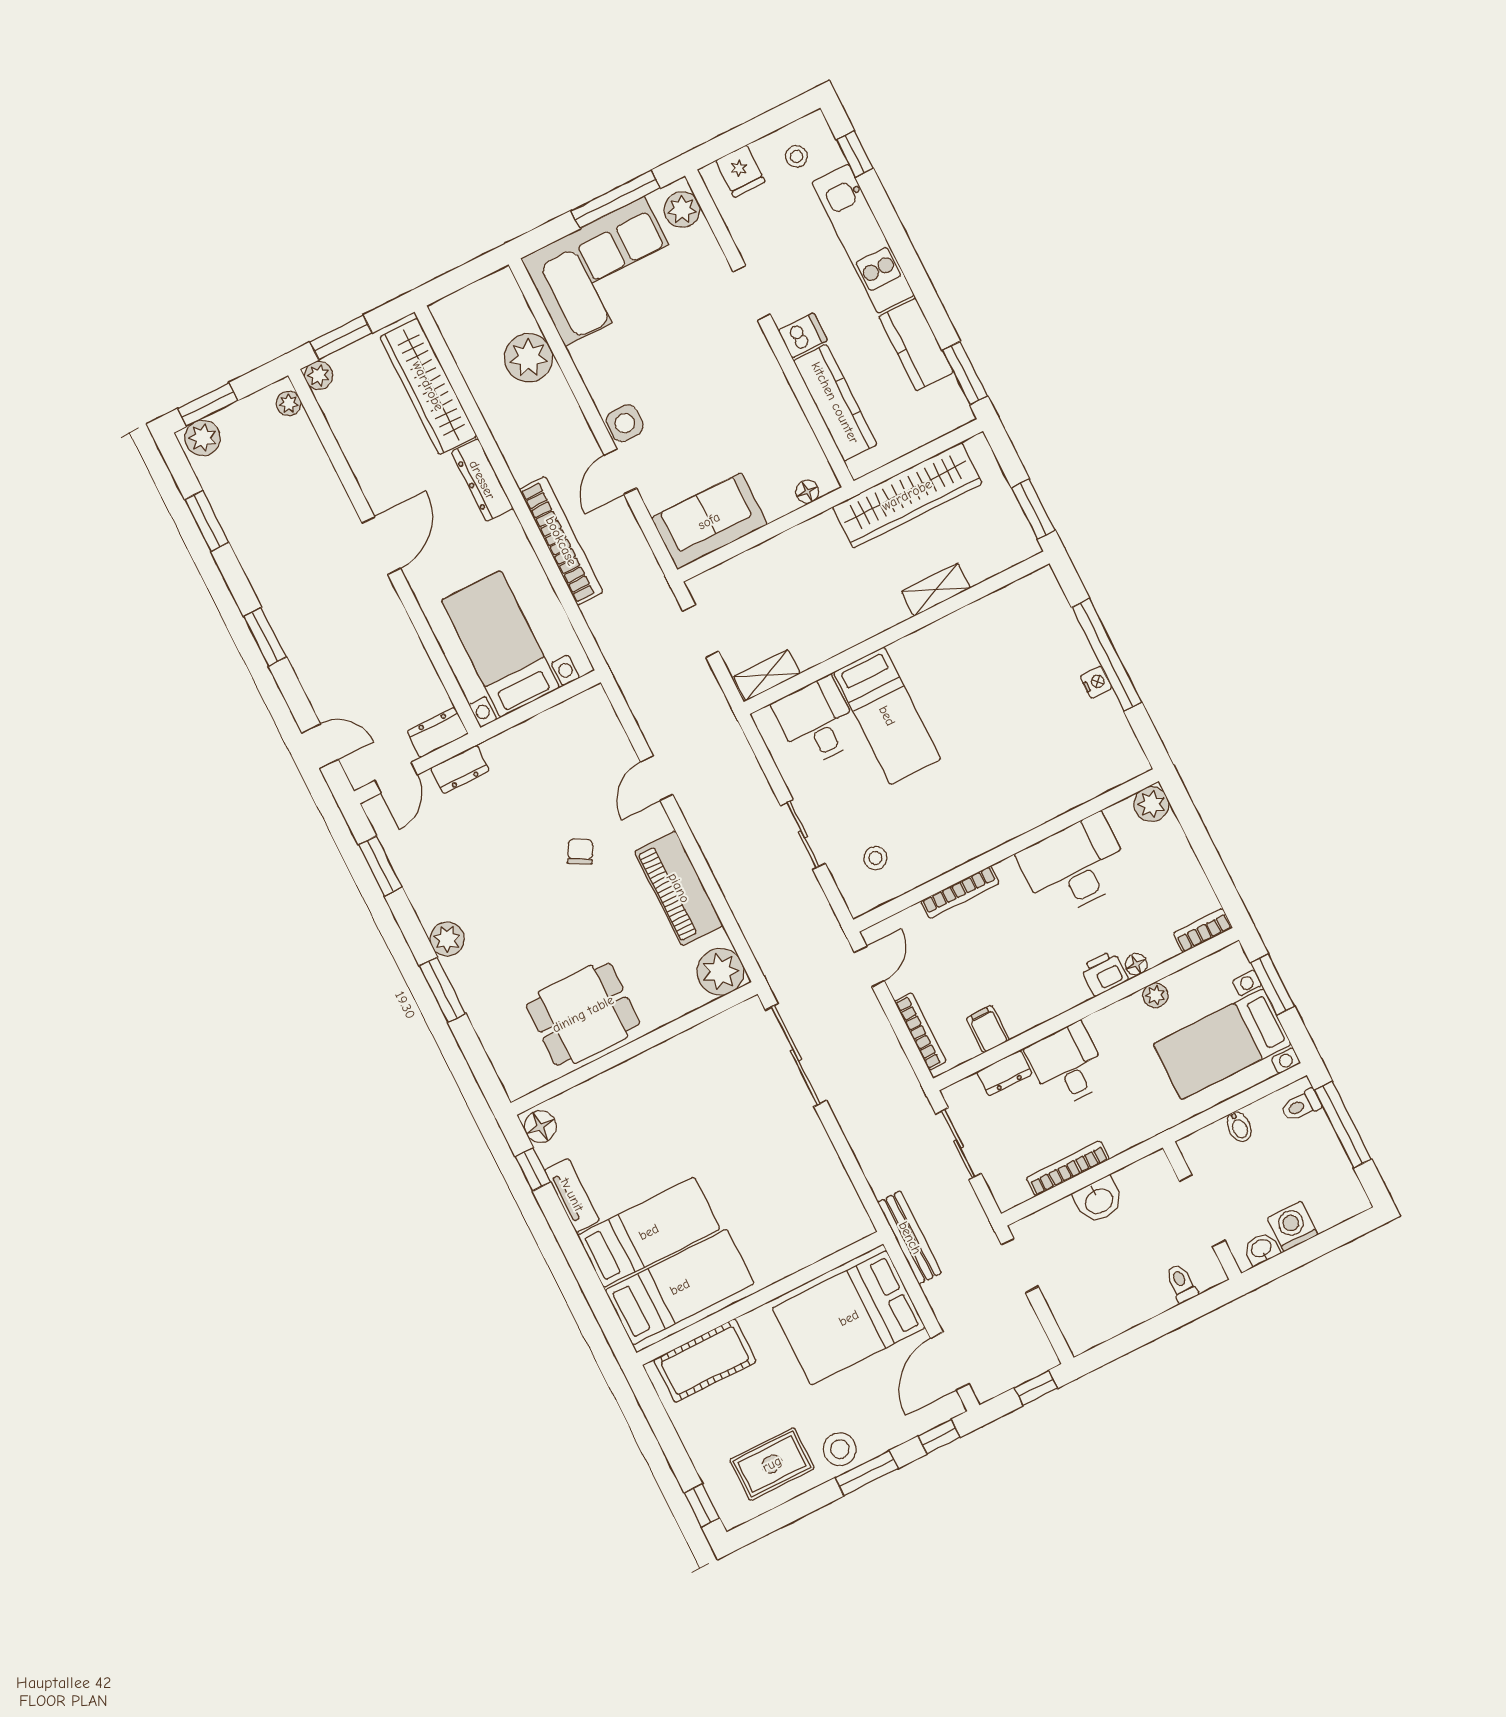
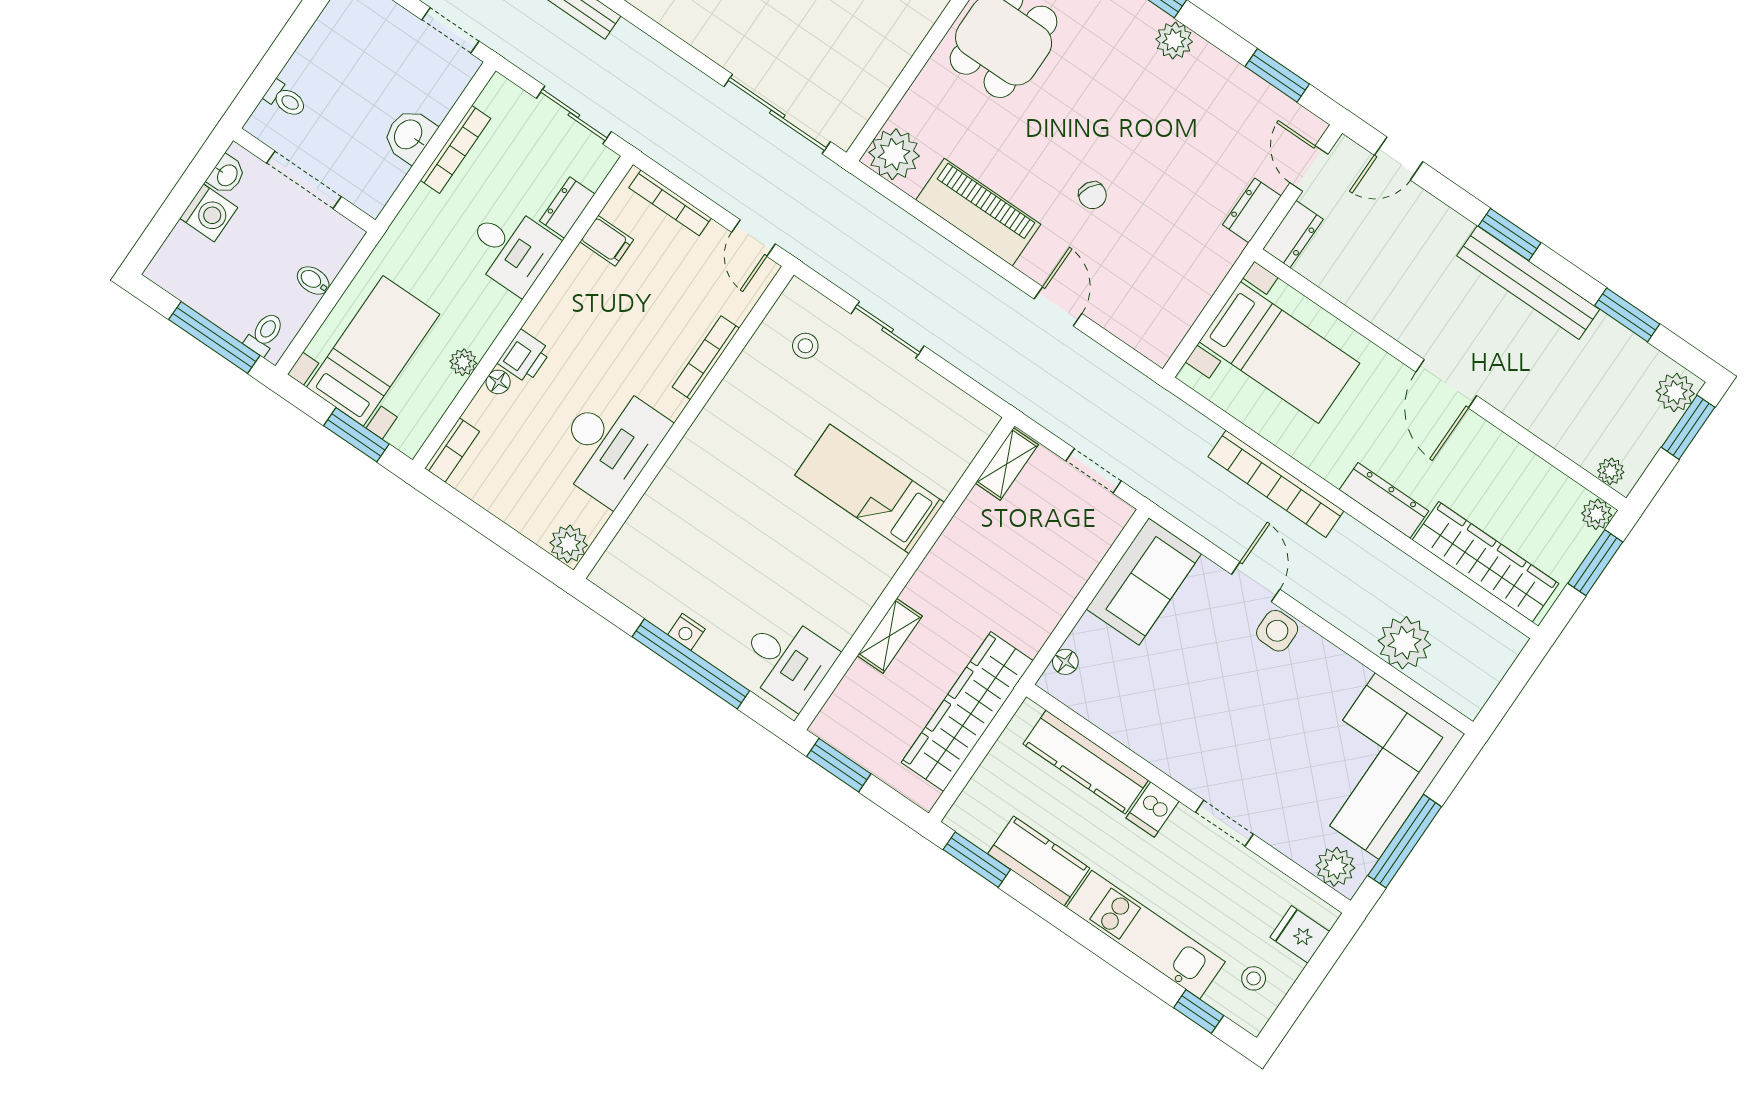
bench: (271, 590) -> (1528, 283), added
desk: (817, 722) -> (787, 660), moved

